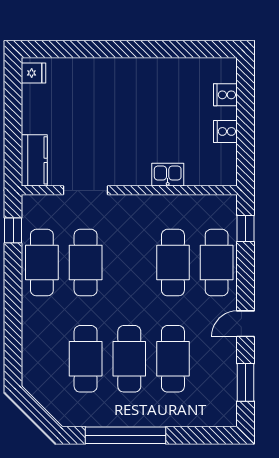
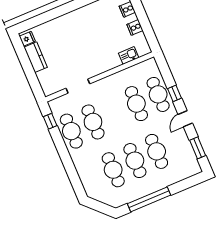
kitchen counter: (34, 160) -> (36, 57), moved
kitchen sink: (168, 175) -> (129, 55), moved
window: (245, 229) -> (175, 93), moved

